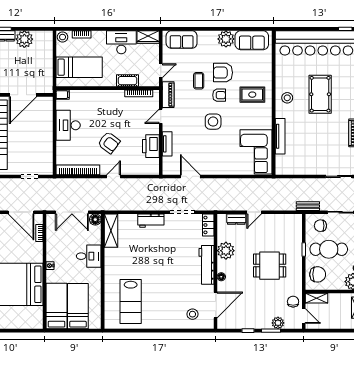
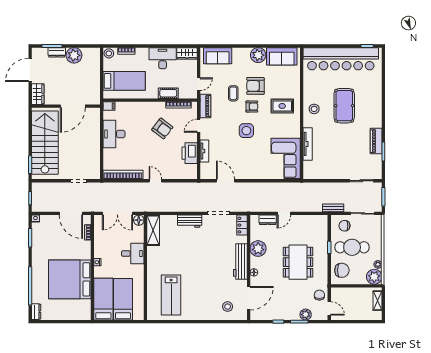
armchair: (109, 143) -> (162, 128), moved
door: (113, 176) -> (155, 181), hinge flipped
dining table: (270, 266) -> (298, 262), width x1.37
shelving: (317, 298) -> (341, 292), removed

